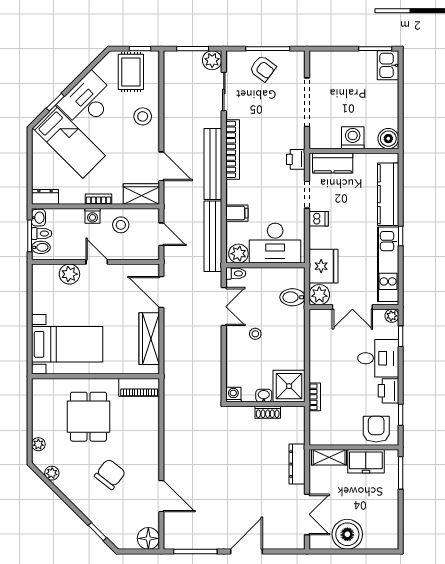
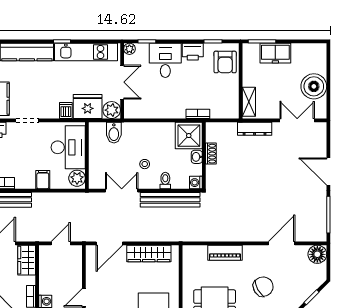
dishwasher: (319, 219) -> (66, 111), moved
stool: (121, 225) -> (53, 278), removed
bench: (213, 236) -> (170, 200), moved
toilet: (236, 273) -> (165, 181), moved
piano: (139, 387) -> (225, 253), moved, turned 90
armchair: (376, 429) -> (225, 62), turned -90
freezer: (366, 461) -> (275, 53), moved, turned 90
chair: (110, 474) -> (263, 287), turned 113

